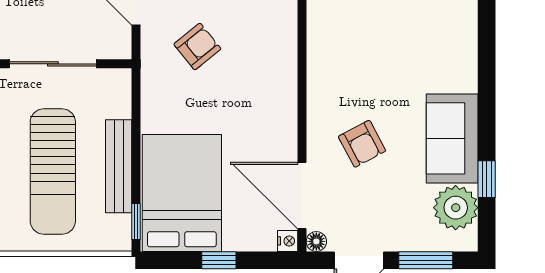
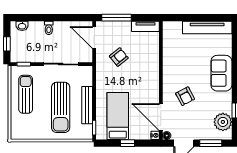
sofa: (452, 138) -> (221, 73), moved
bed: (182, 193) -> (118, 116), width x0.67

